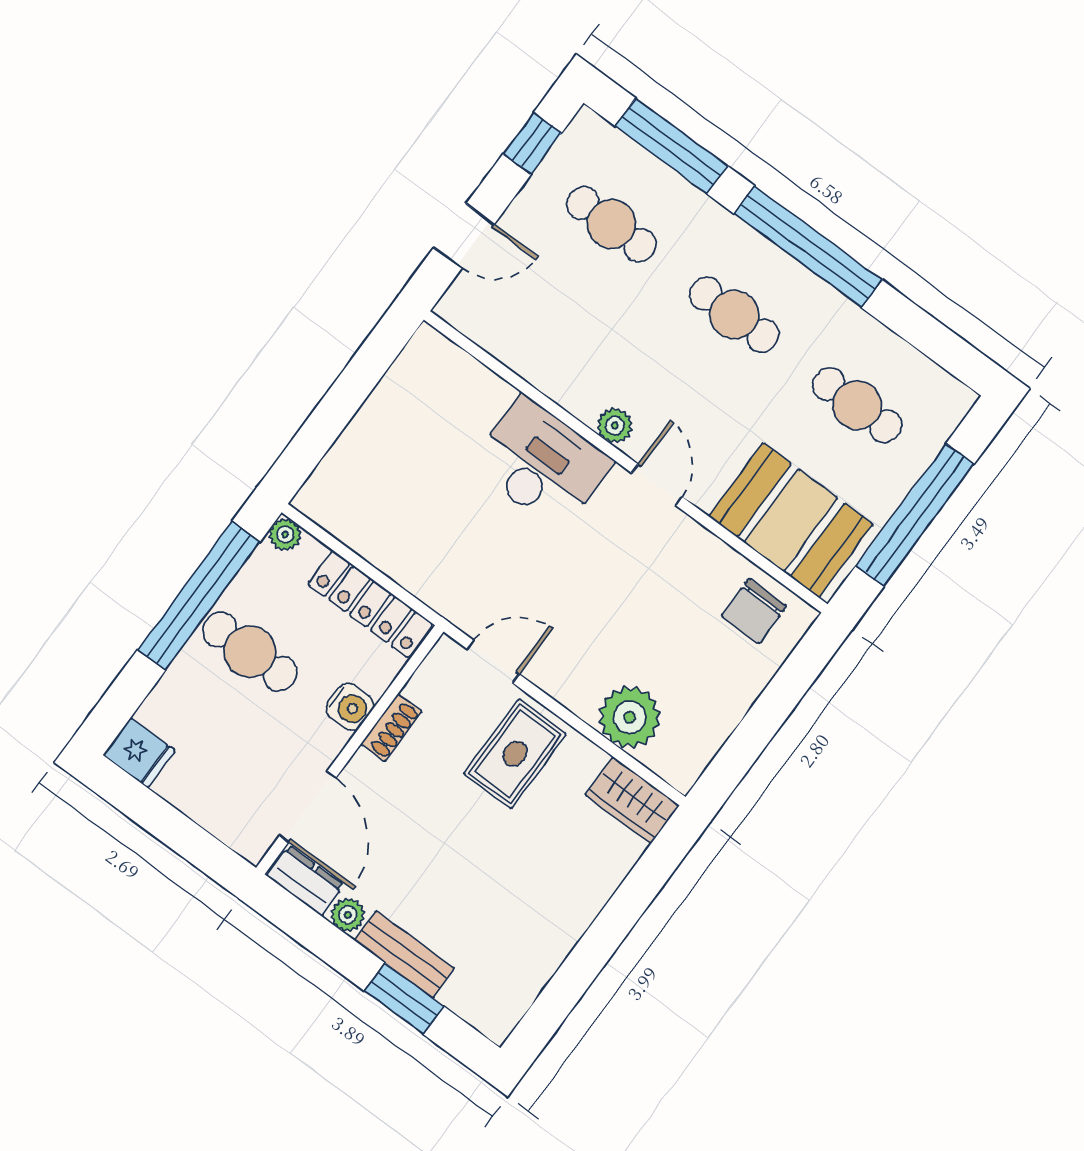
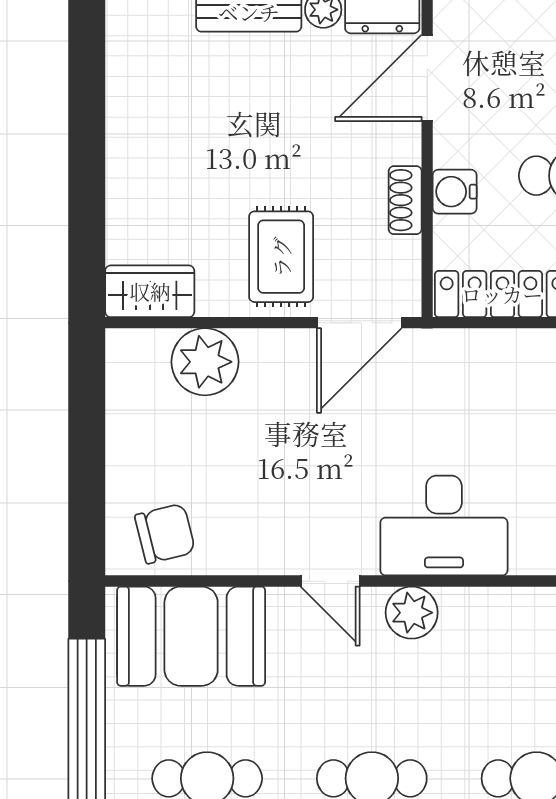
plant: (615, 426) -> (412, 613), width x1.38, depth x1.38
chair: (754, 611) -> (165, 534), turned 76
door: (493, 662) -> (359, 323), width x1.38
door: (308, 807) -> (427, 78), hinge flipped

